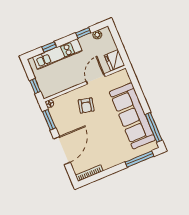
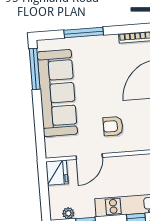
armchair: (86, 105) -> (113, 126), turned -103
window: (139, 159) -> (84, 33), moved

